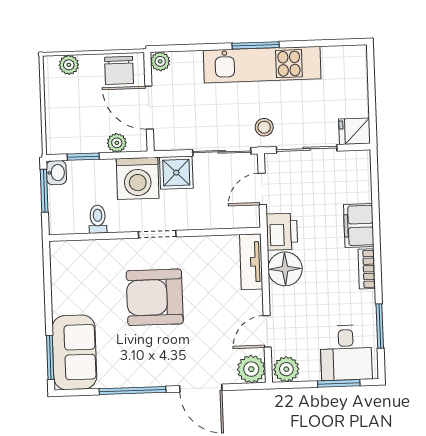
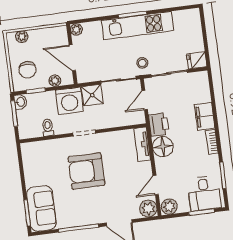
chair: (119, 70) -> (28, 70), moved

